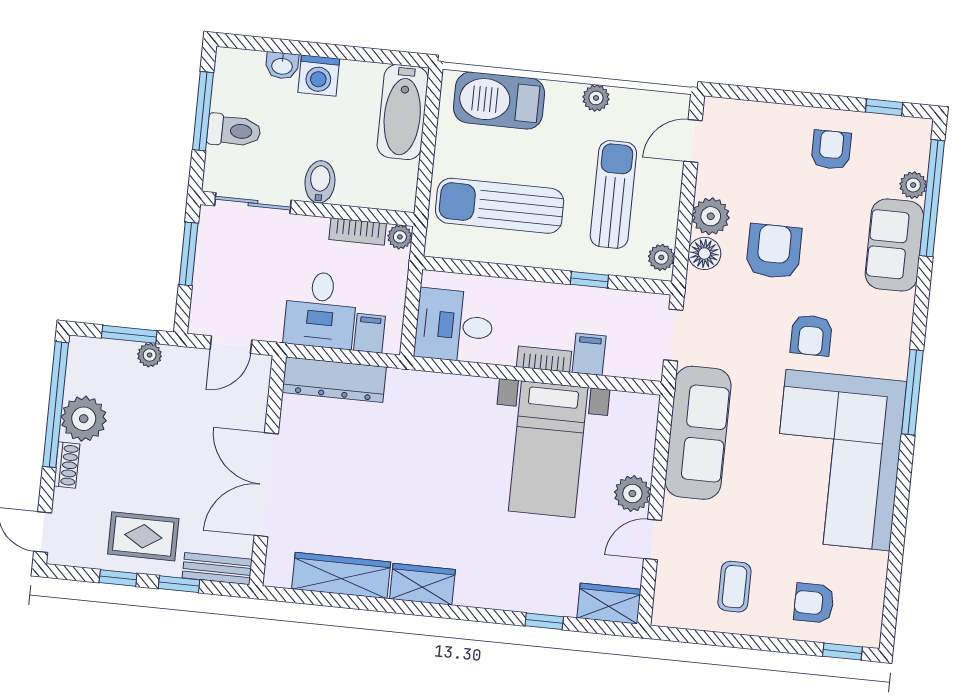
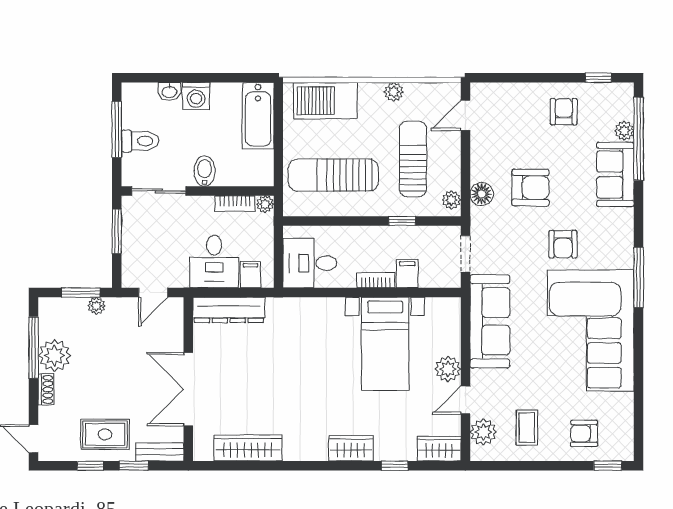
plant: (711, 216) -> (483, 432), moved
armchair: (774, 251) -> (531, 187), turned 90
window: (56, 405) -> (34, 348), width x0.68
wardrobe: (422, 584) -> (351, 448), moved

